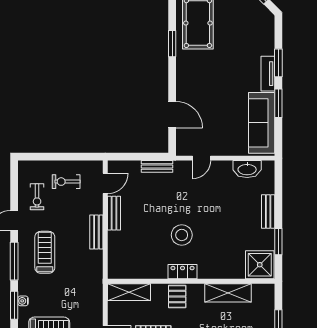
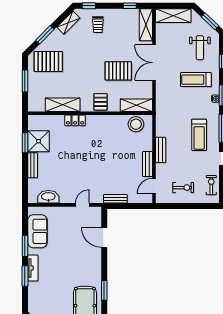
sofa: (262, 123) -> (37, 231), width x0.73
exercise bike: (37, 197) -> (211, 185), moved
stool: (182, 235) -> (136, 124), moved
shower: (260, 265) -> (38, 141), moved
locker: (183, 272) -> (75, 120), moved

